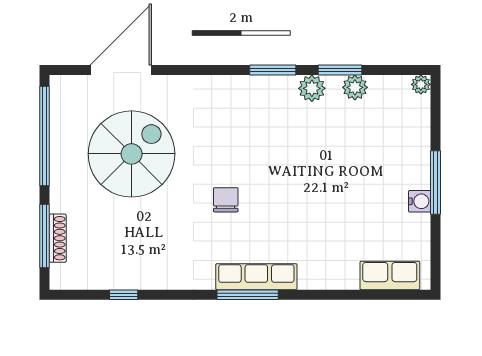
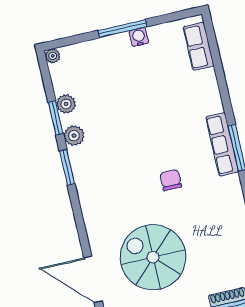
chair: (226, 200) -> (171, 180), turned 90

